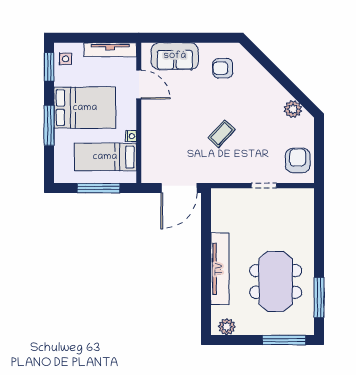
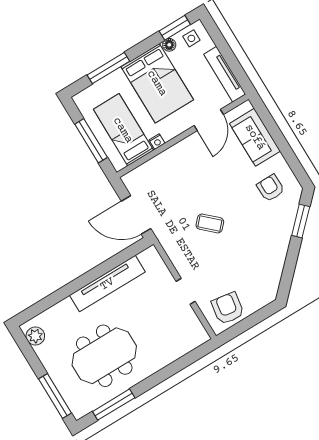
window: (264, 60) -> (301, 221), added
floor lamp: (60, 80) -> (169, 45), added
plant: (293, 109) -> (272, 275), removed
window: (49, 125) -> (108, 68), moved
armchair: (298, 160) -> (228, 308), turned -81
tv unit: (220, 269) -> (107, 284), moved

